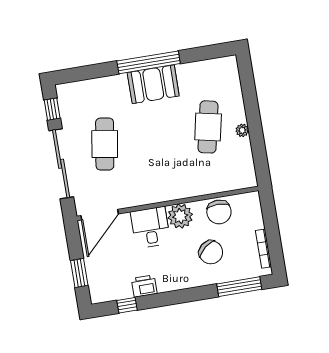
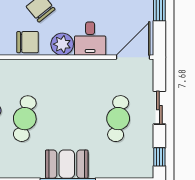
sliding door: (61, 164) -> (159, 108), width x0.54
chair: (219, 212) -> (28, 42), turned 90

